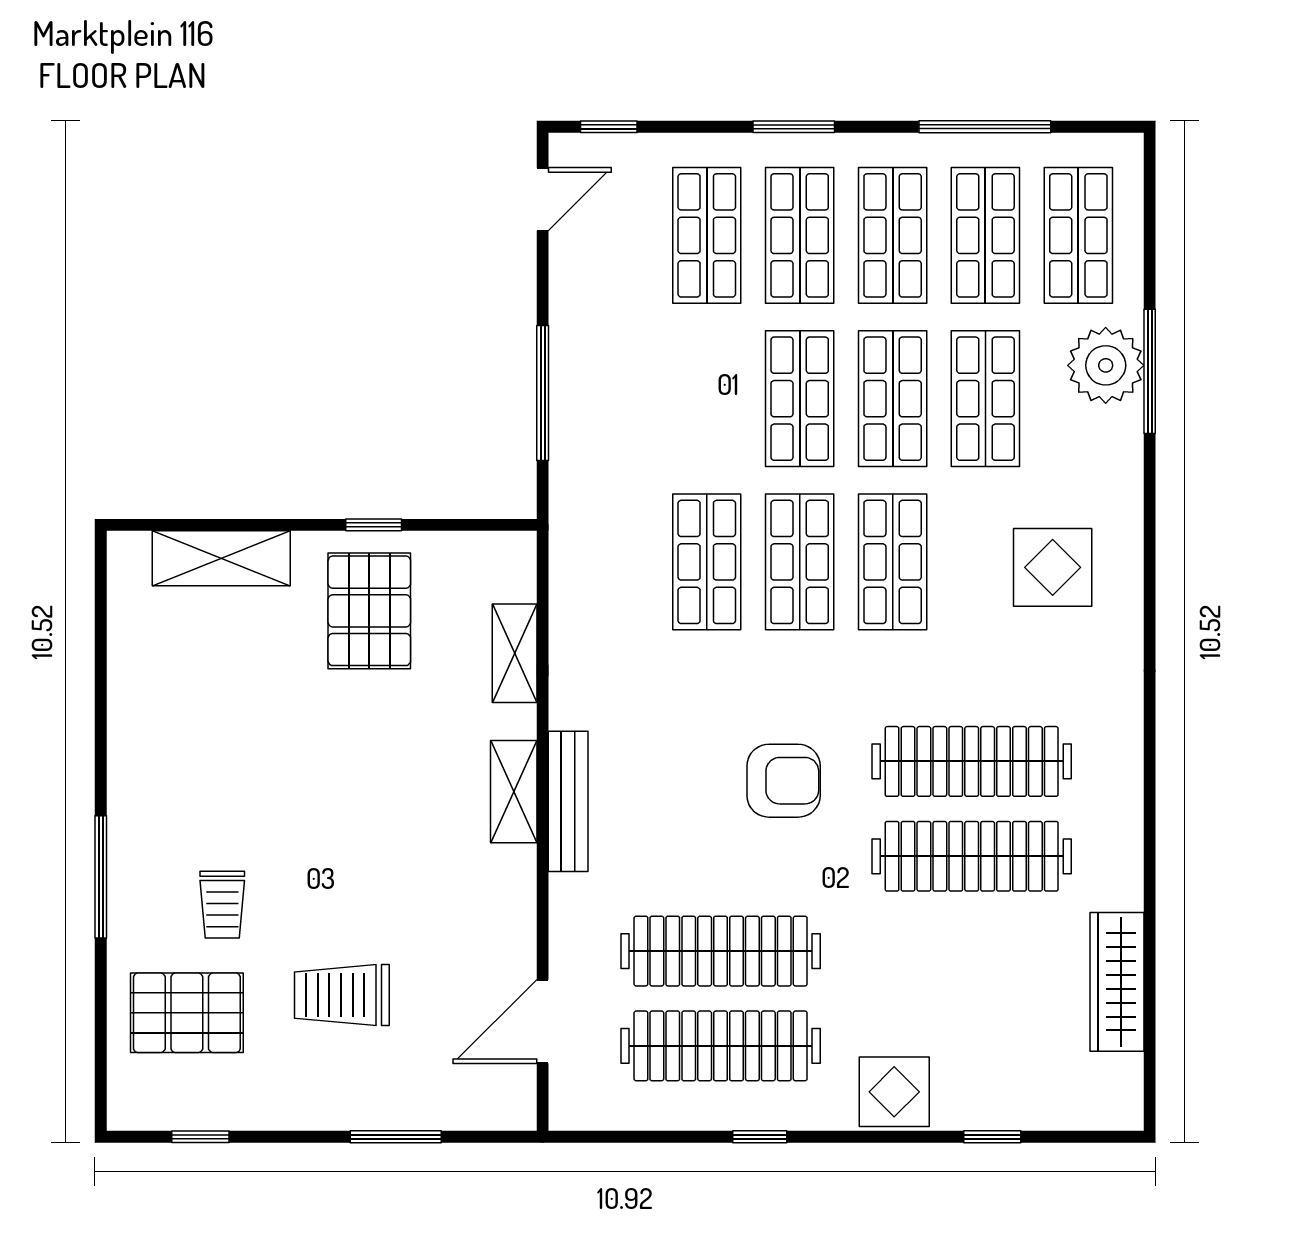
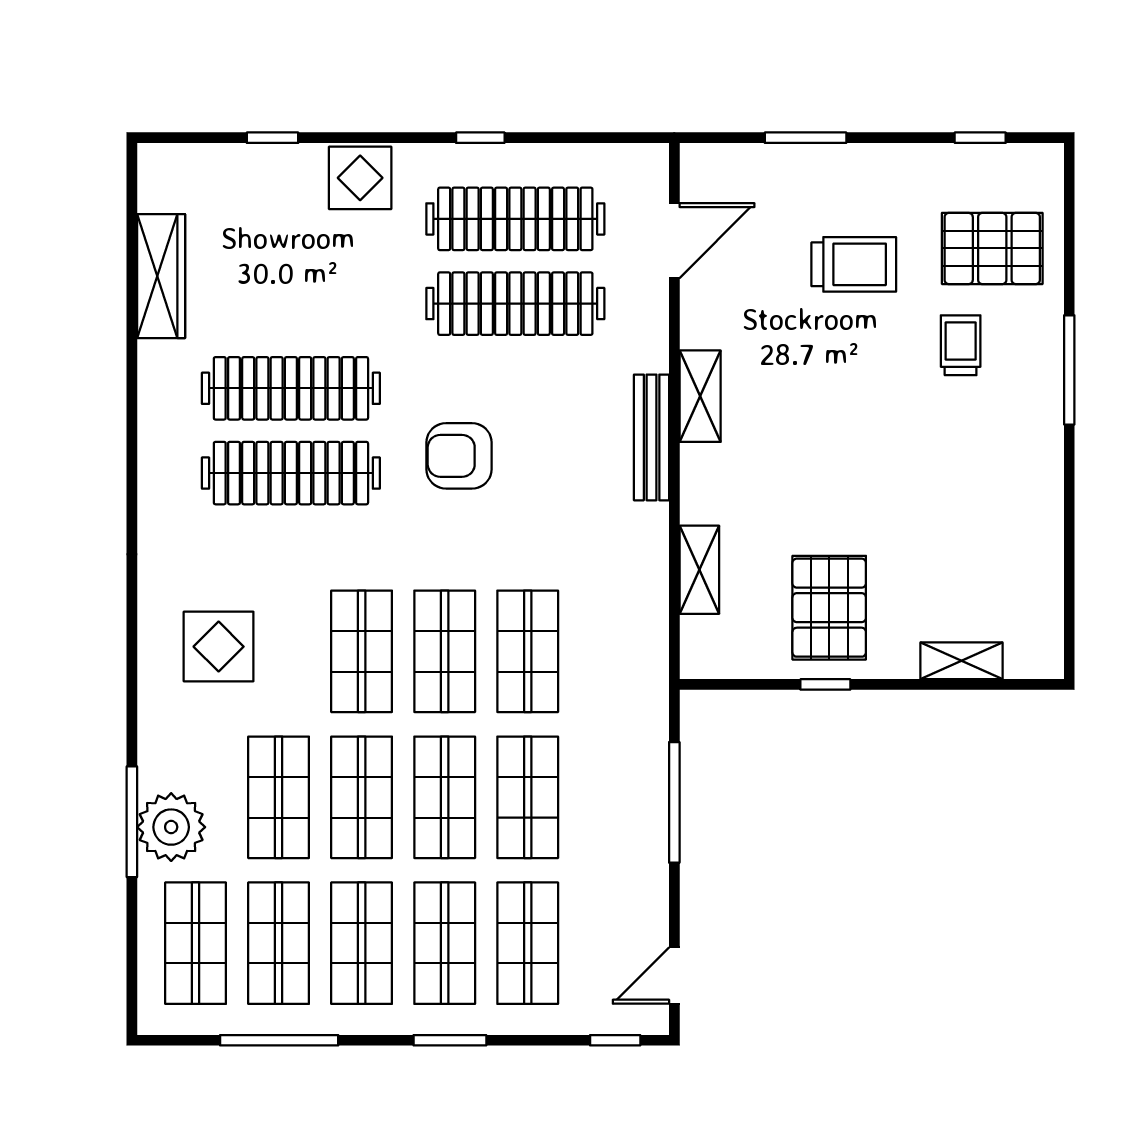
shop shelf: (707, 399) -> (528, 797), added
shelving: (221, 558) -> (961, 661), width x0.67, depth x0.75
shelving: (514, 792) -> (700, 396), moved

